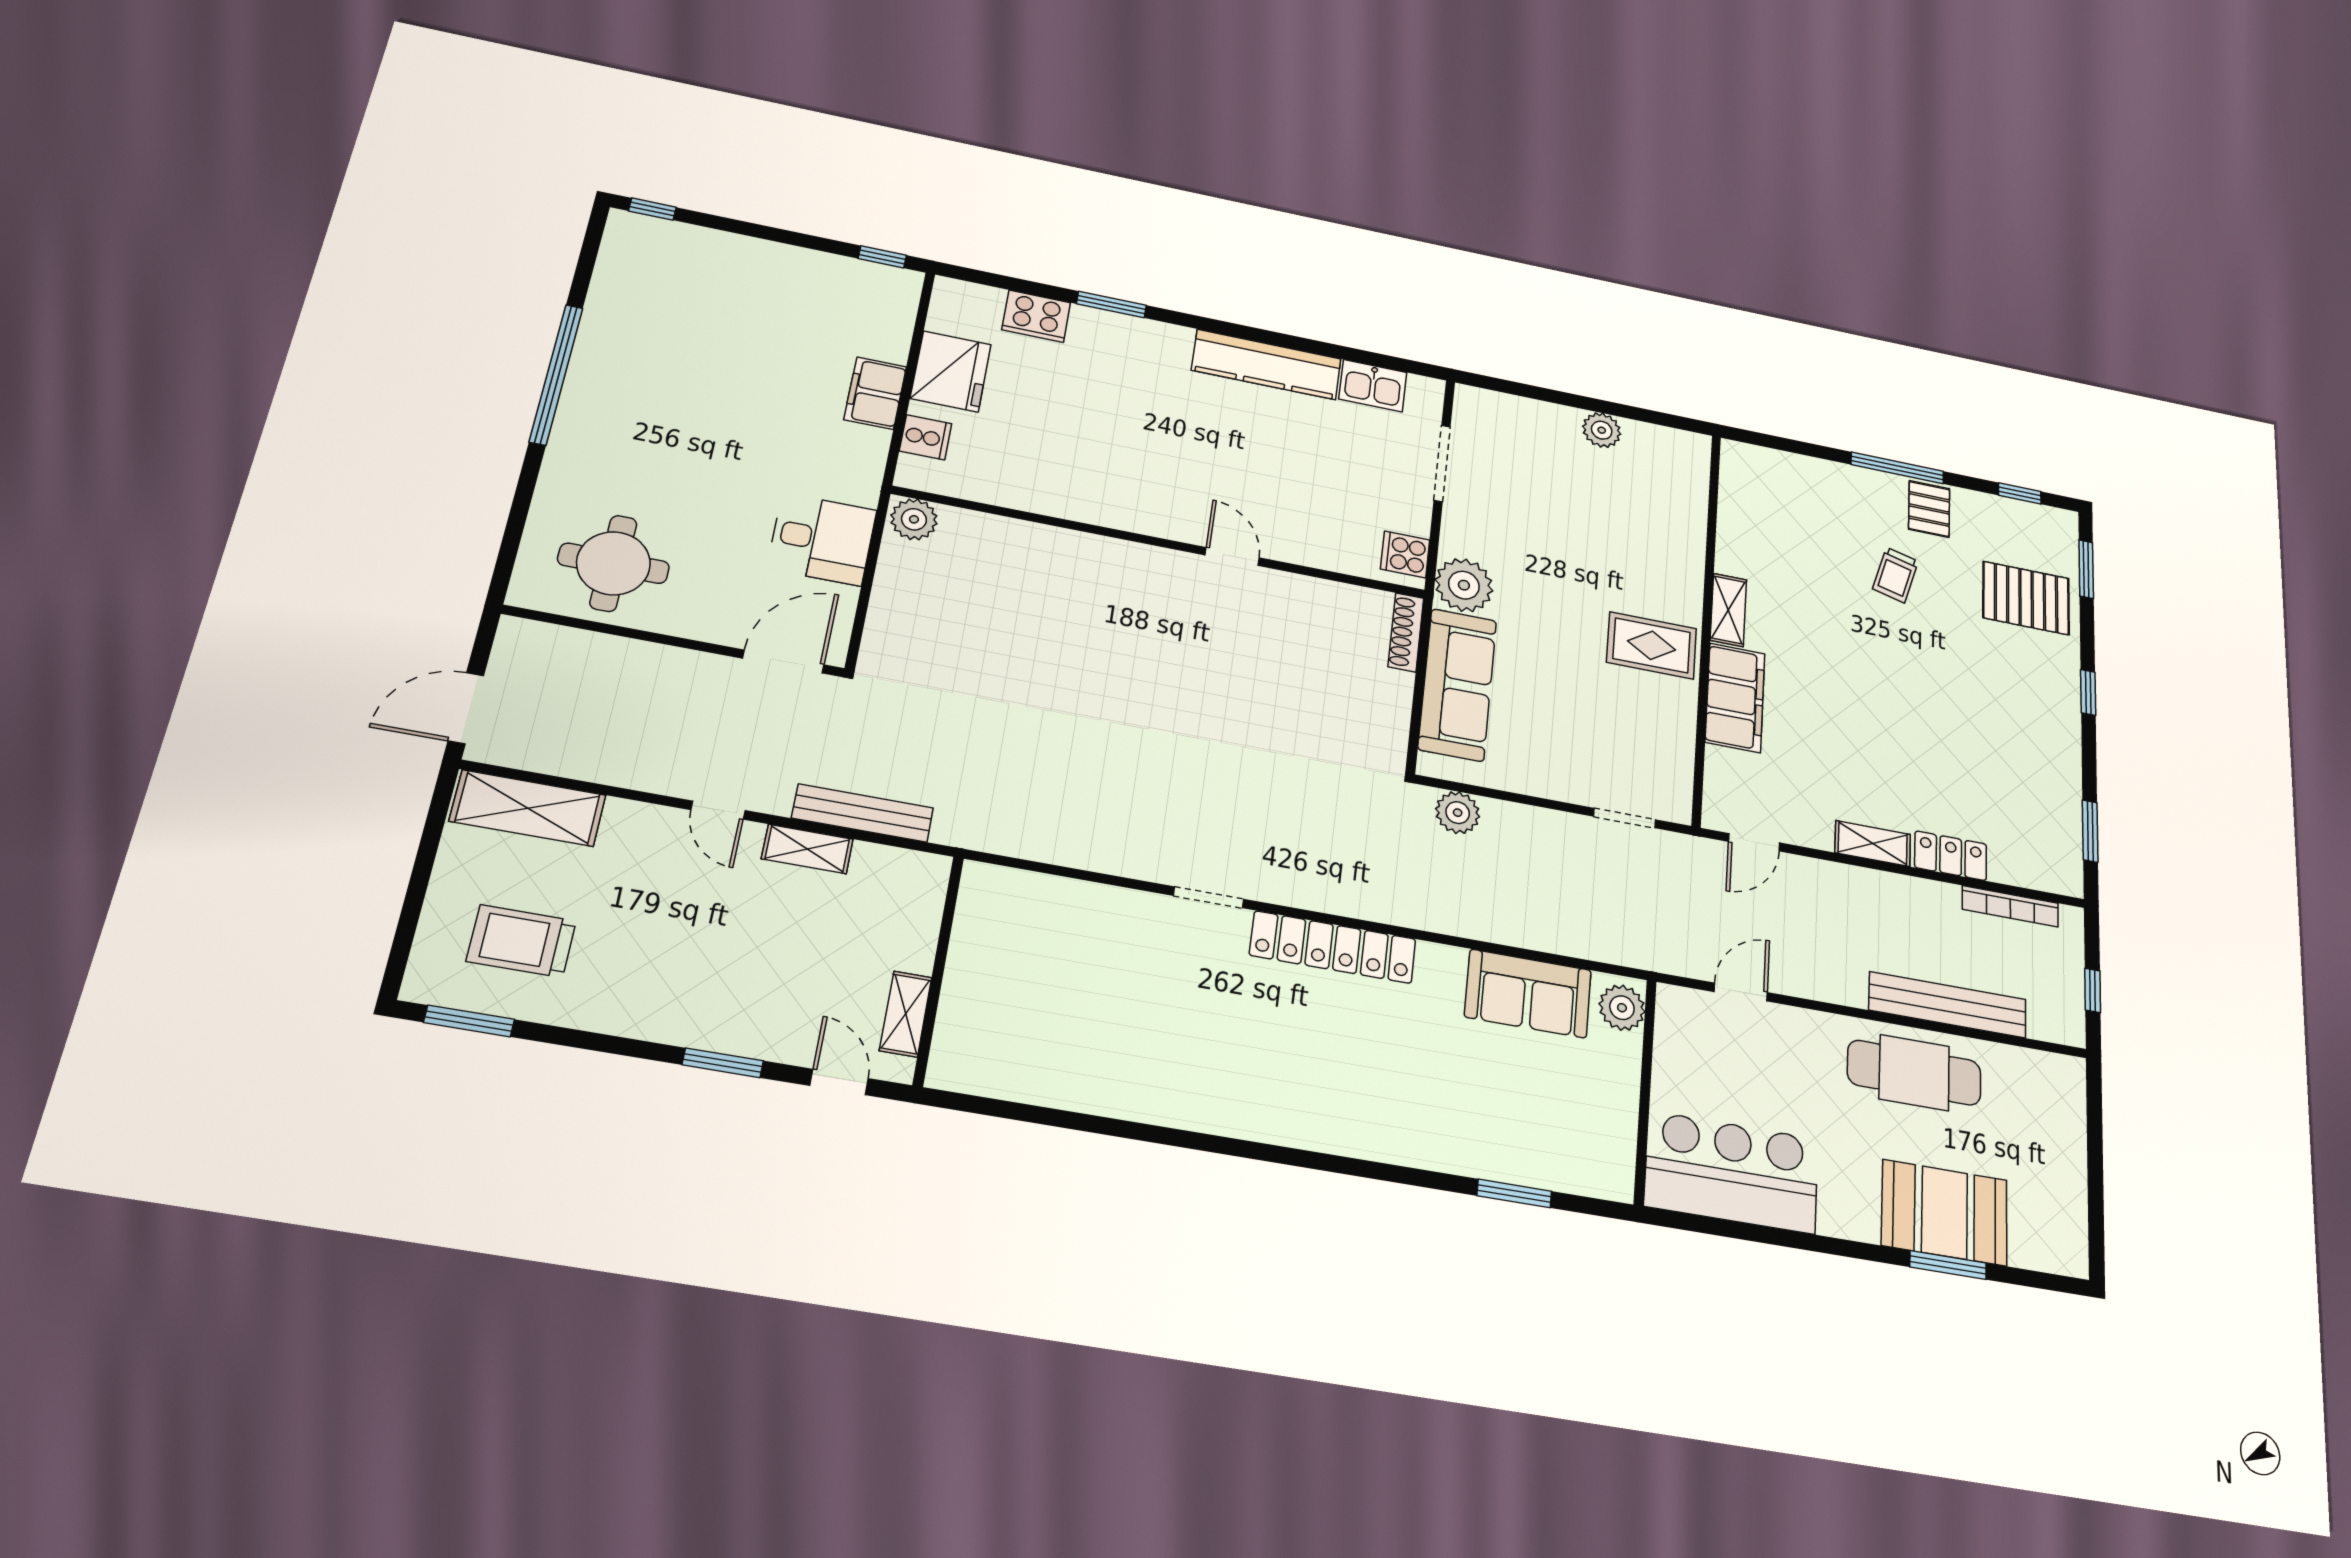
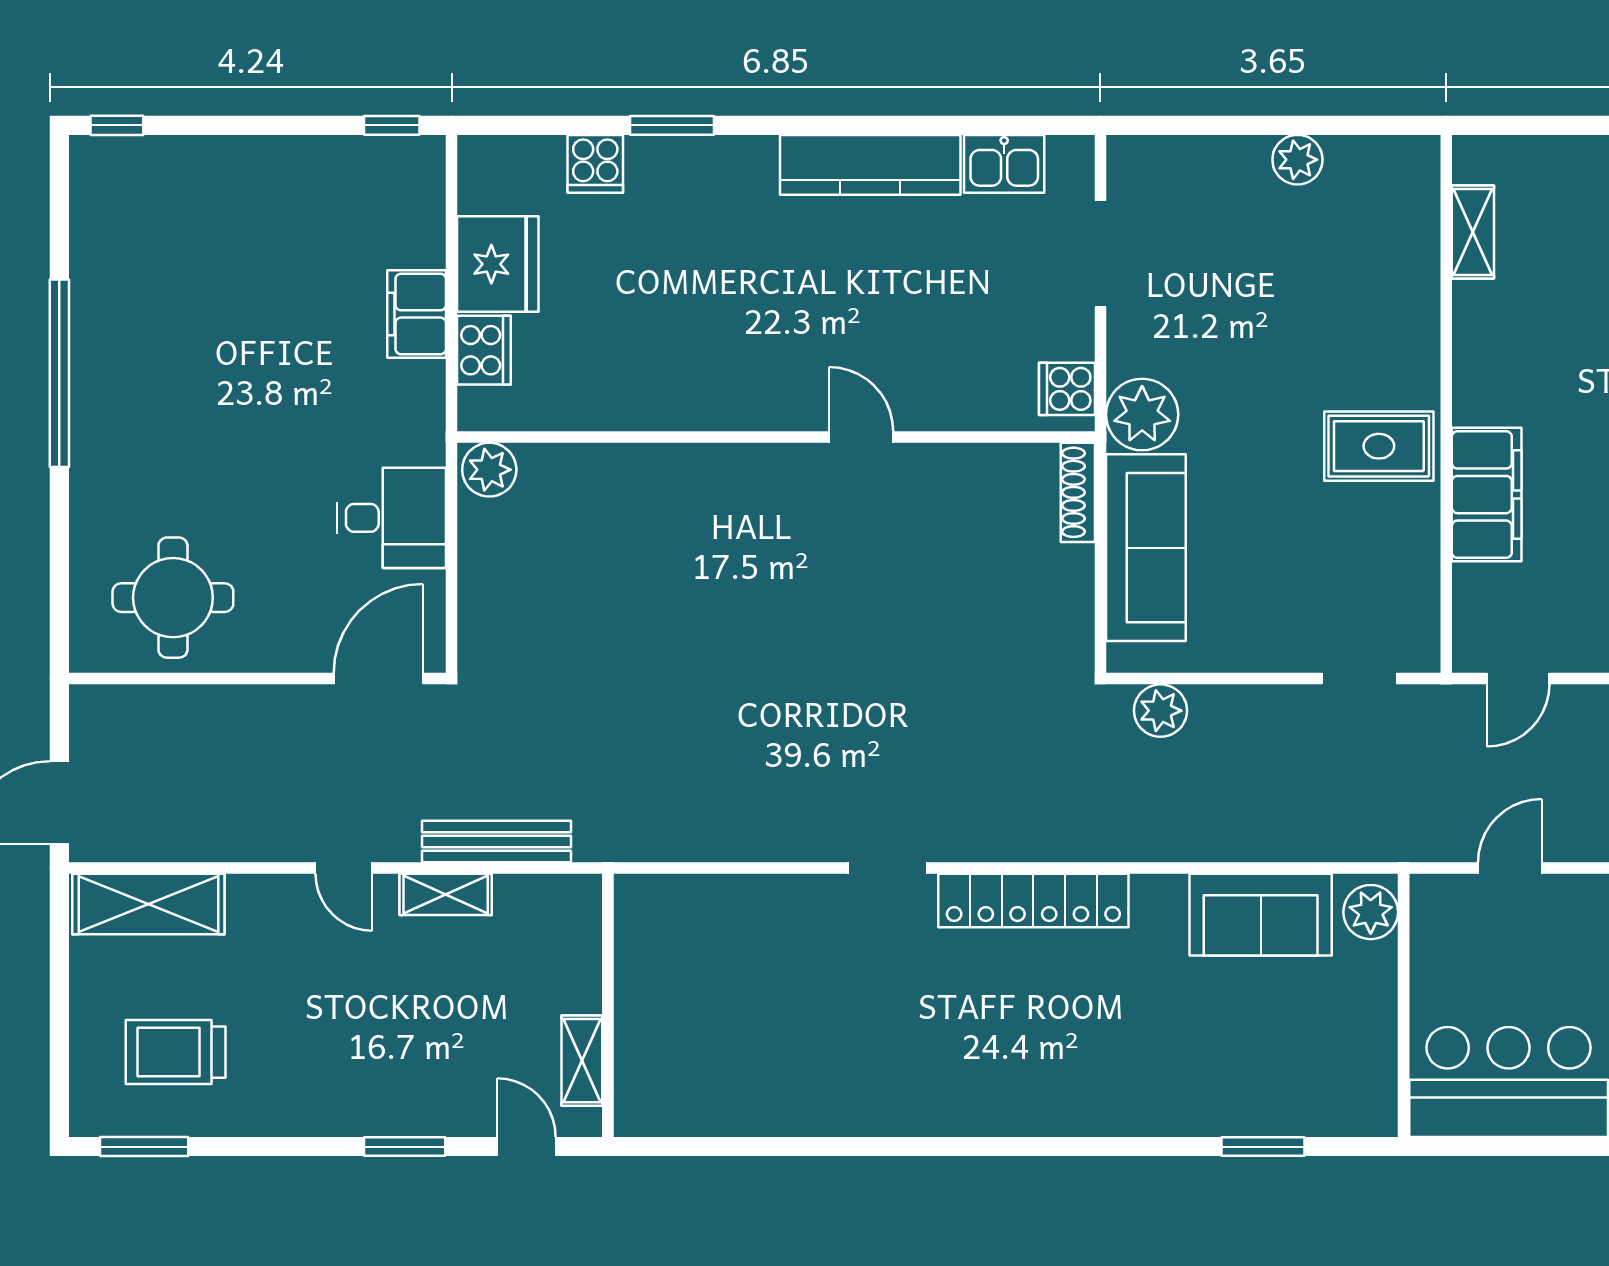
cooker: (1036, 316) -> (595, 164), width x0.73
cooker: (926, 437) -> (484, 350), width x1.36
shelving: (1728, 610) -> (1473, 232), moved

